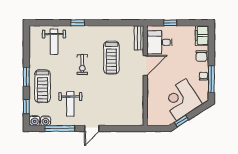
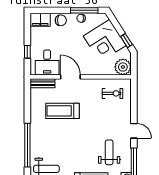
window: (78, 23) -> (27, 145), width x3.17
treadmill: (111, 58) -> (62, 111), turned 180
exercise bike: (82, 65) -> (112, 93), moved
weight bench: (70, 104) -> (109, 152), turned -90
plant: (155, 118) -> (123, 67), added

